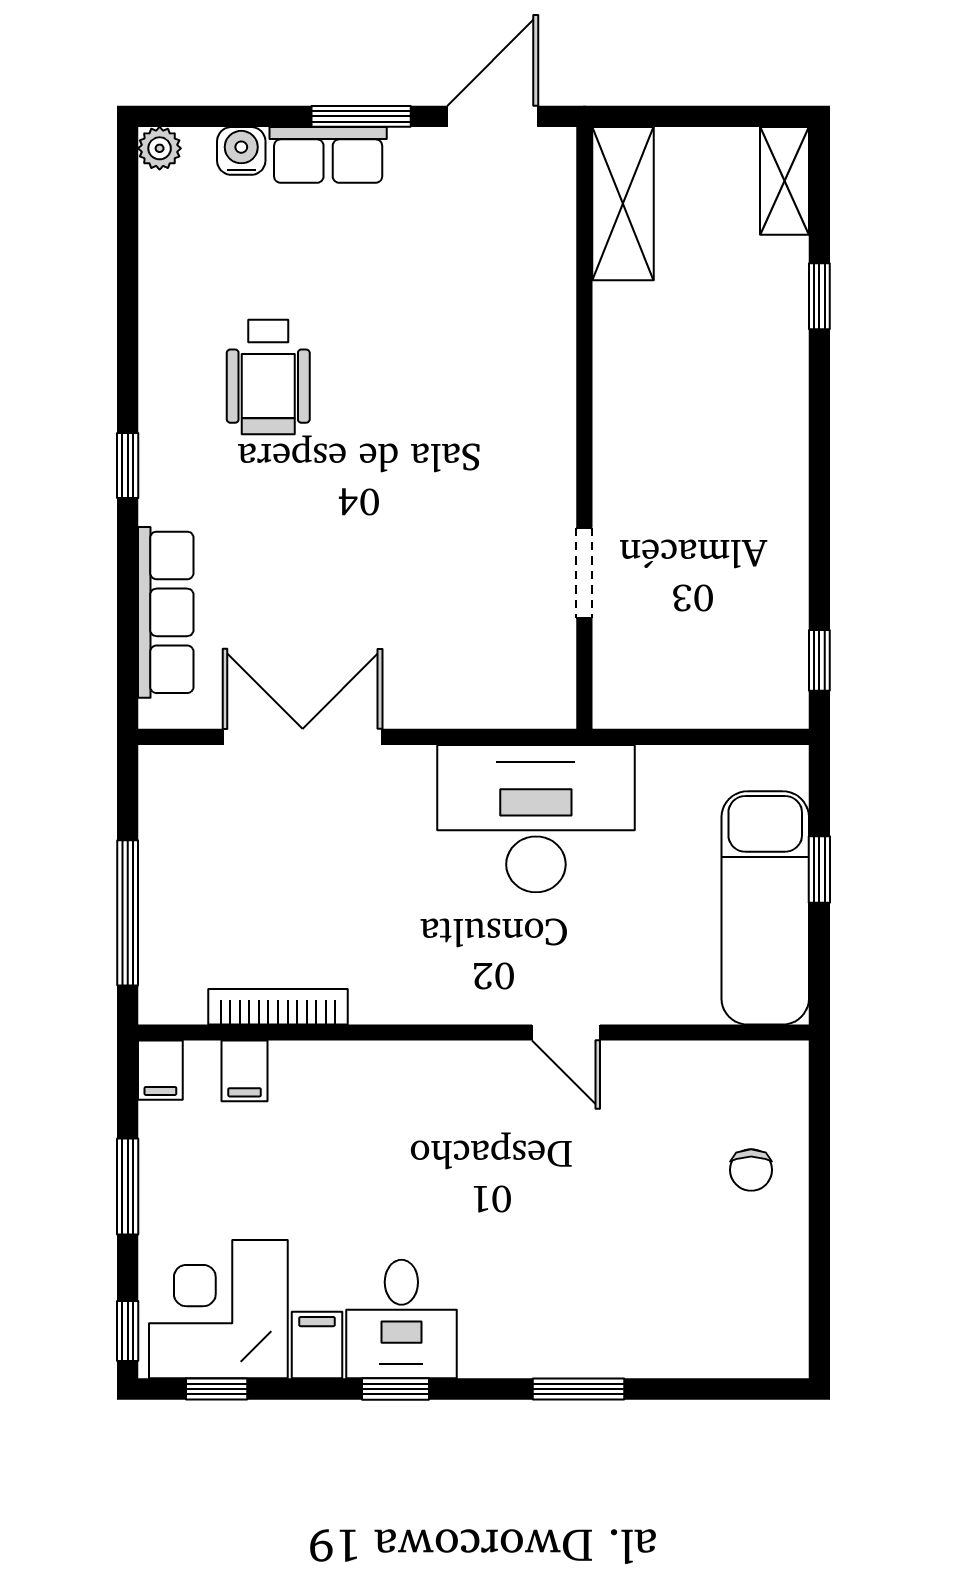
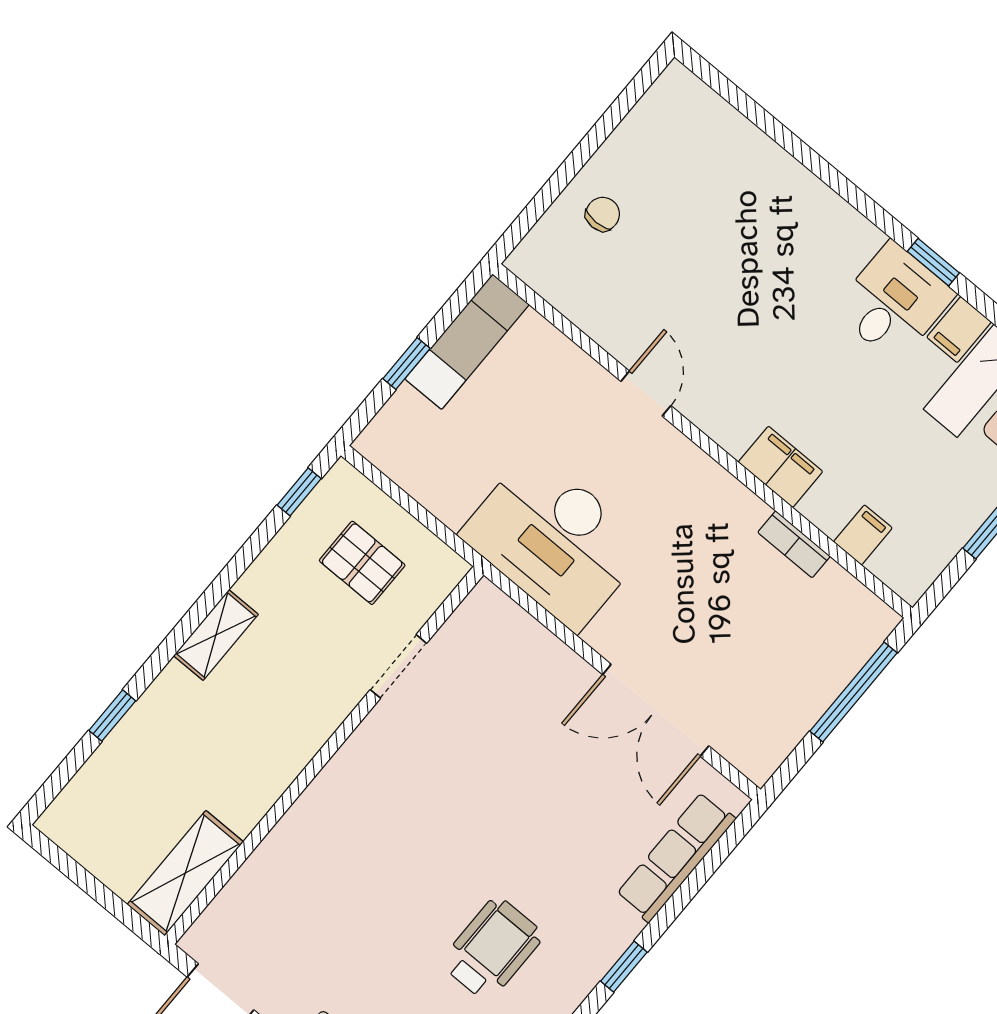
shelving: (785, 181) -> (216, 635), moved
pallet: (702, 643) -> (362, 563), added
exam couch: (765, 908) -> (467, 342), width x0.73, depth x0.69
bookcase: (278, 1007) -> (794, 544), width x0.64
filing cabinet: (160, 1070) -> (780, 467), moved, width x2.00
window: (578, 1389) -> (821, 168), removed

